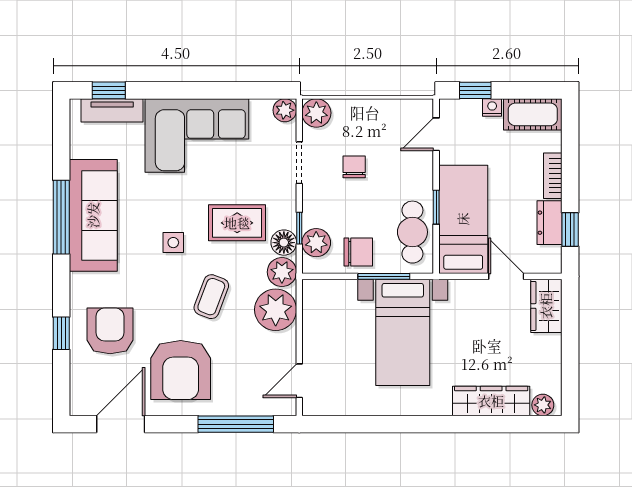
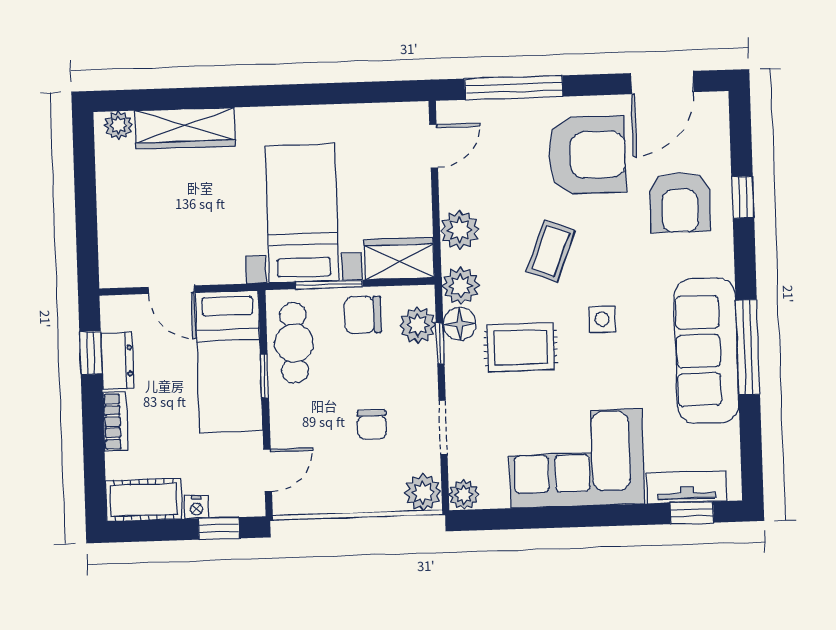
wardrobe: (546, 306) -> (399, 259), moved, turned -90
plant: (276, 310) -> (460, 230), width x0.73, depth x0.73
armchair: (181, 370) -> (587, 155), turned 90

